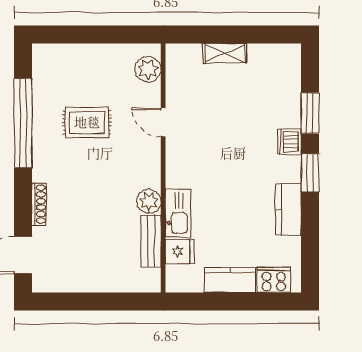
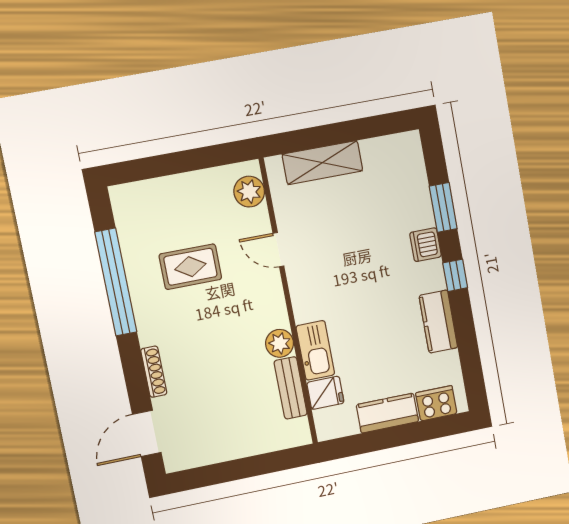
shelving: (225, 53) -> (322, 163), width x1.50, depth x1.33
window: (310, 173) -> (455, 275), width x0.67

